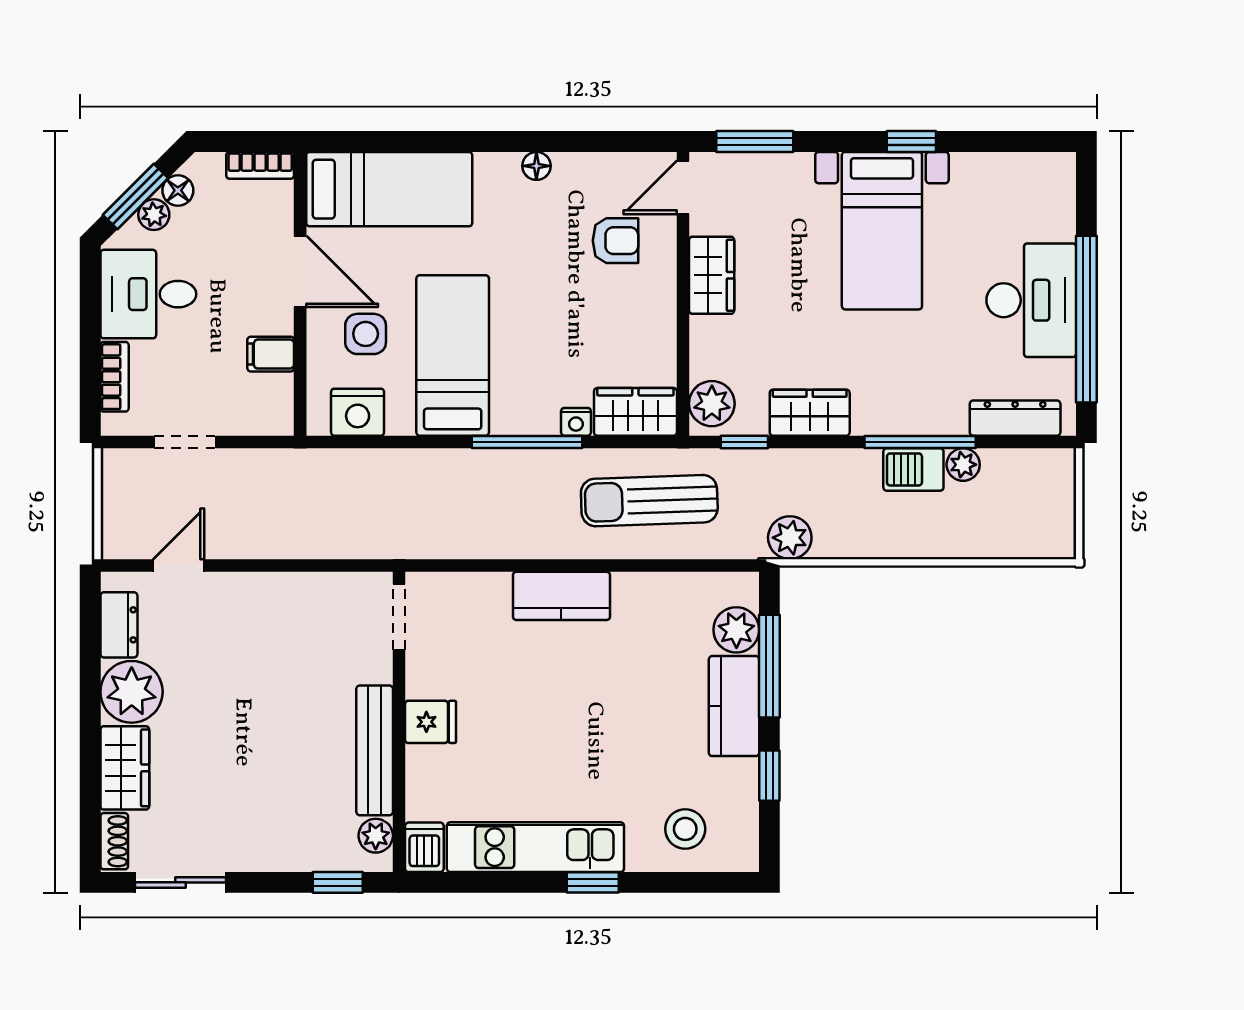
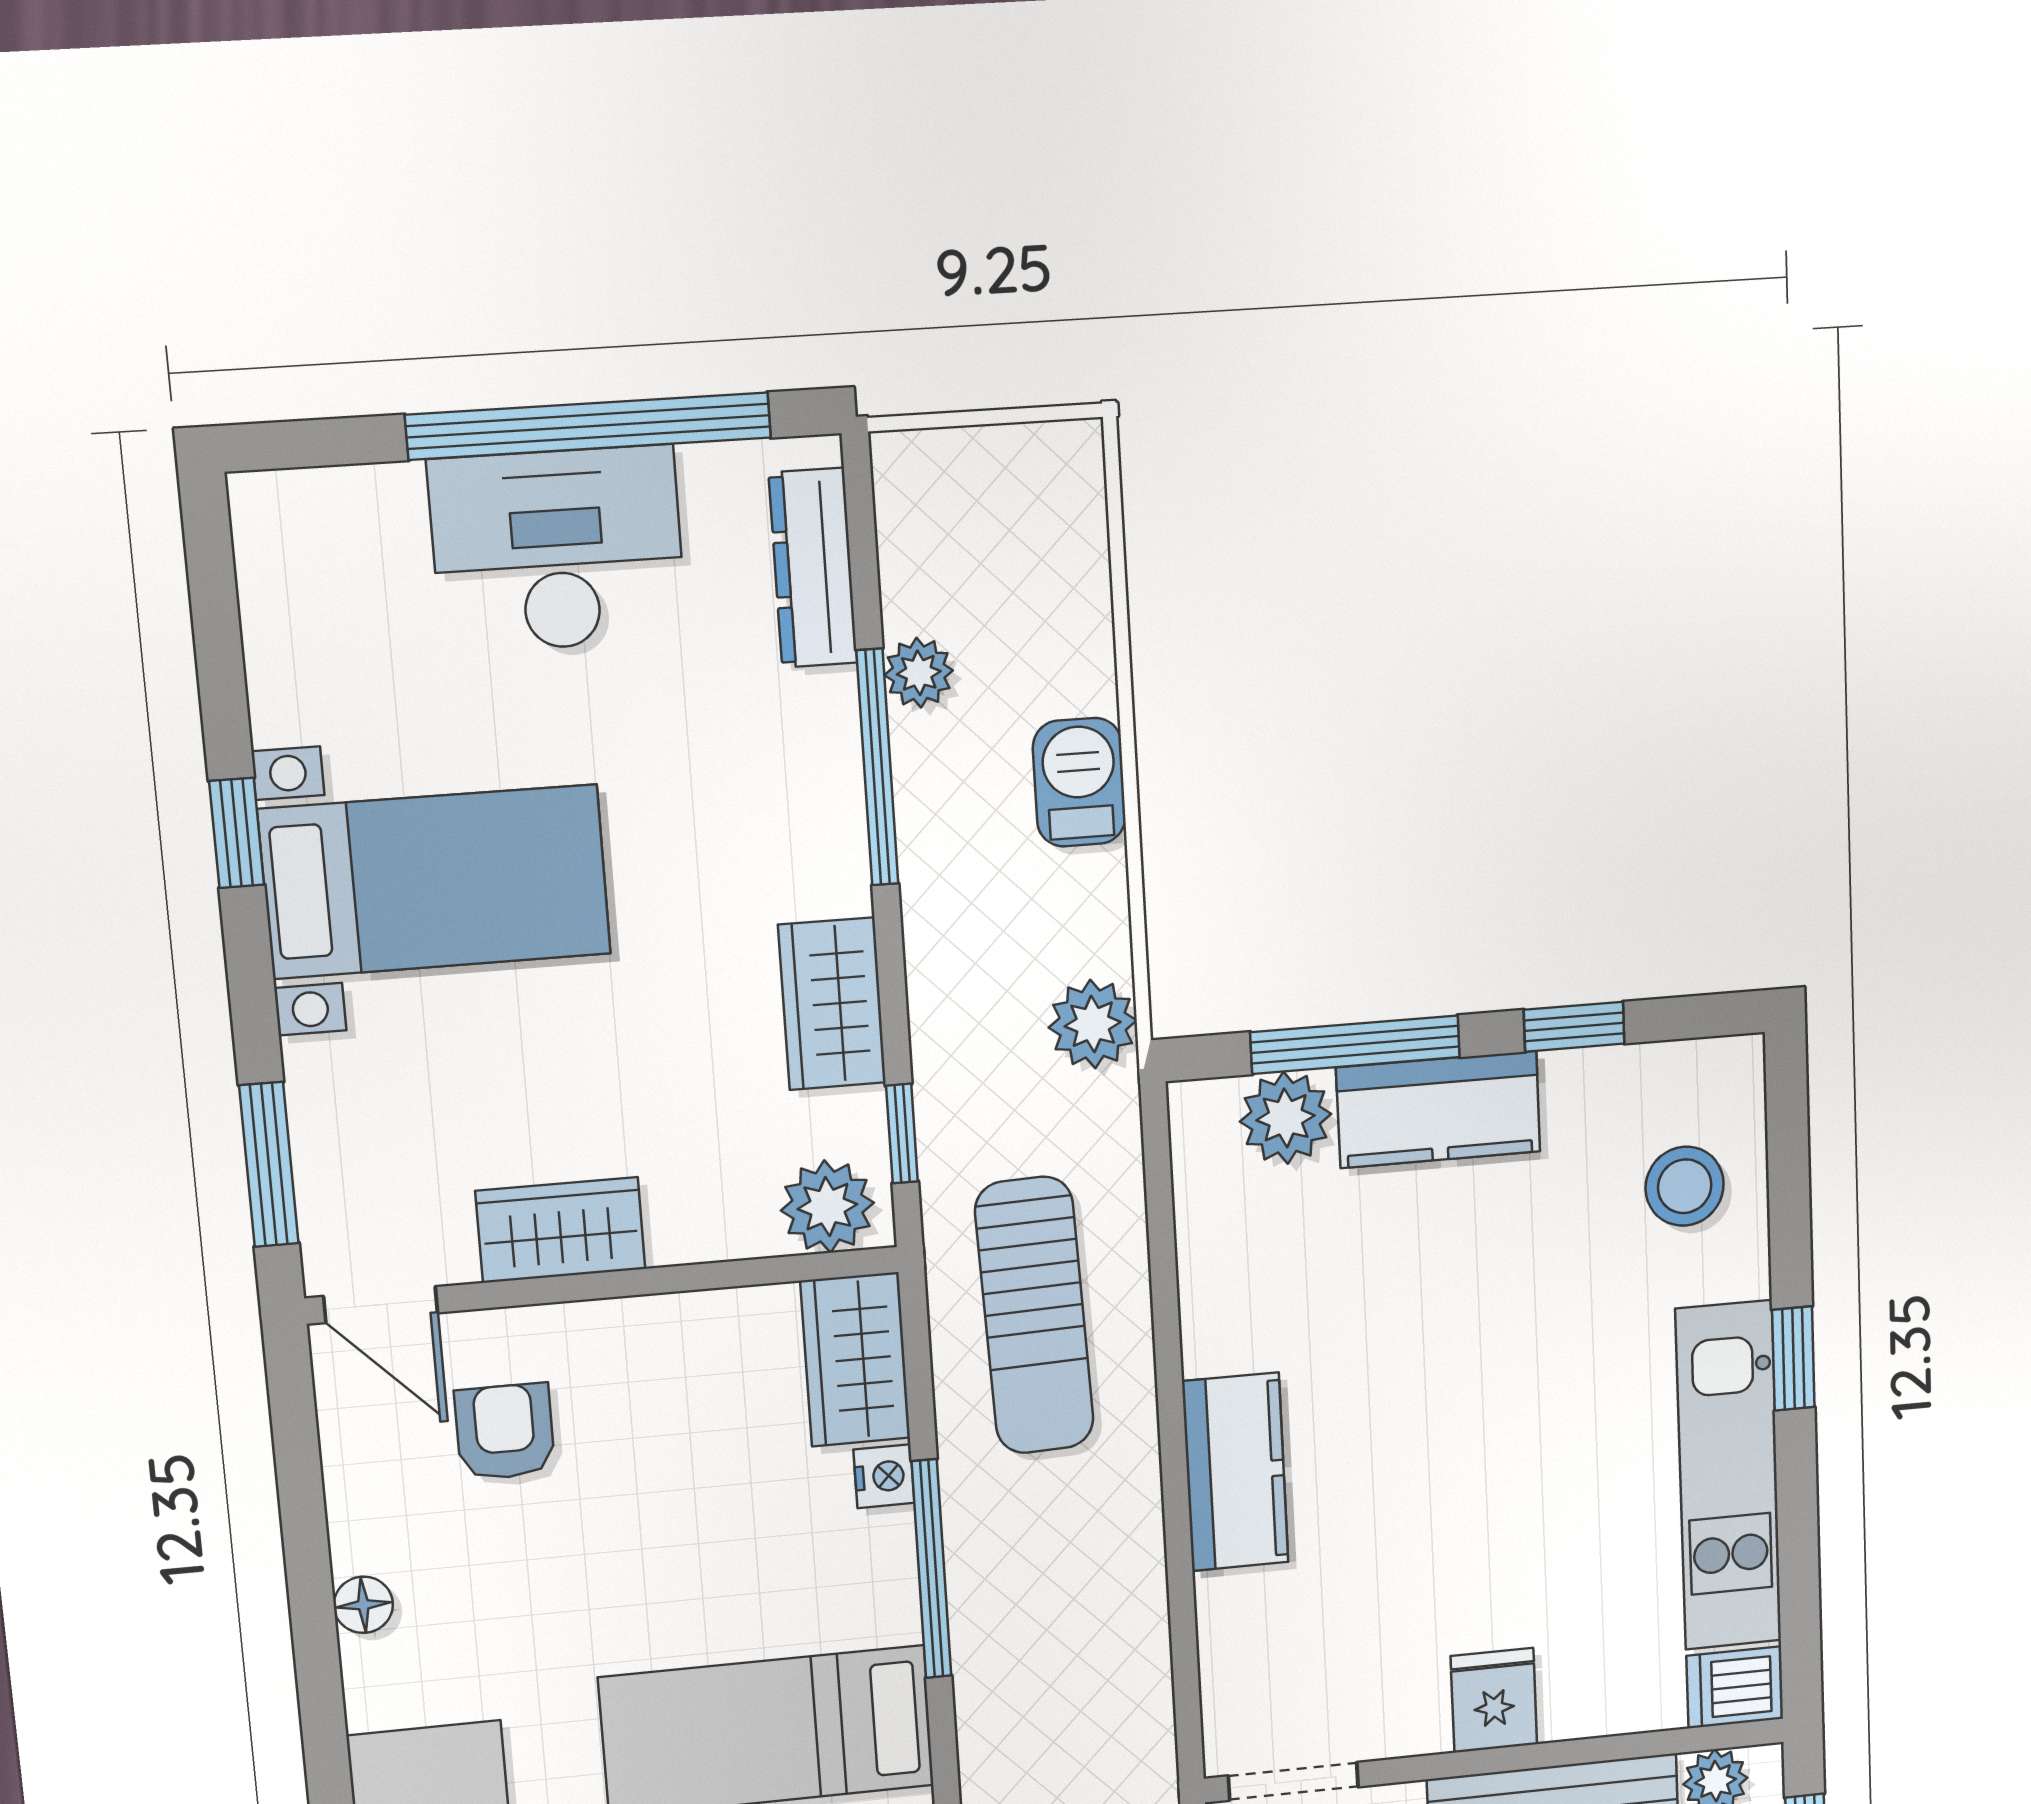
barbecue: (913, 469) -> (1079, 782), moved, turned 180

